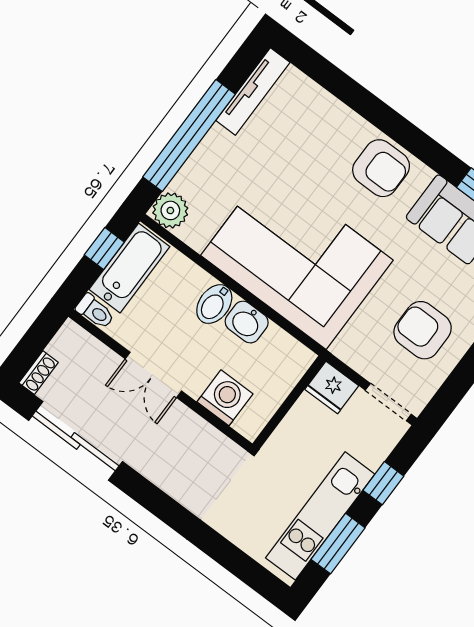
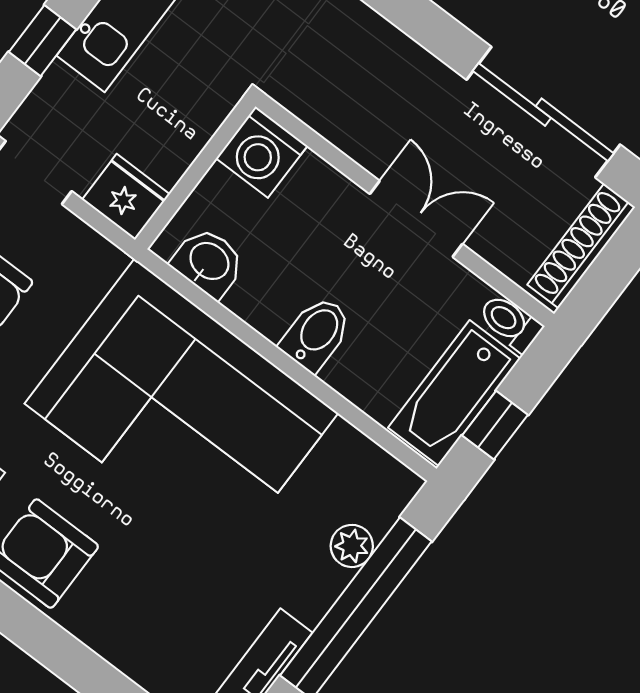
plant: (170, 210) -> (352, 546), moved, width x0.73, depth x0.73
washbasin: (247, 322) -> (209, 262), moved
shoe rack: (39, 373) -> (581, 246), width x1.94, depth x1.24
washing machine: (225, 398) -> (262, 152), moved

